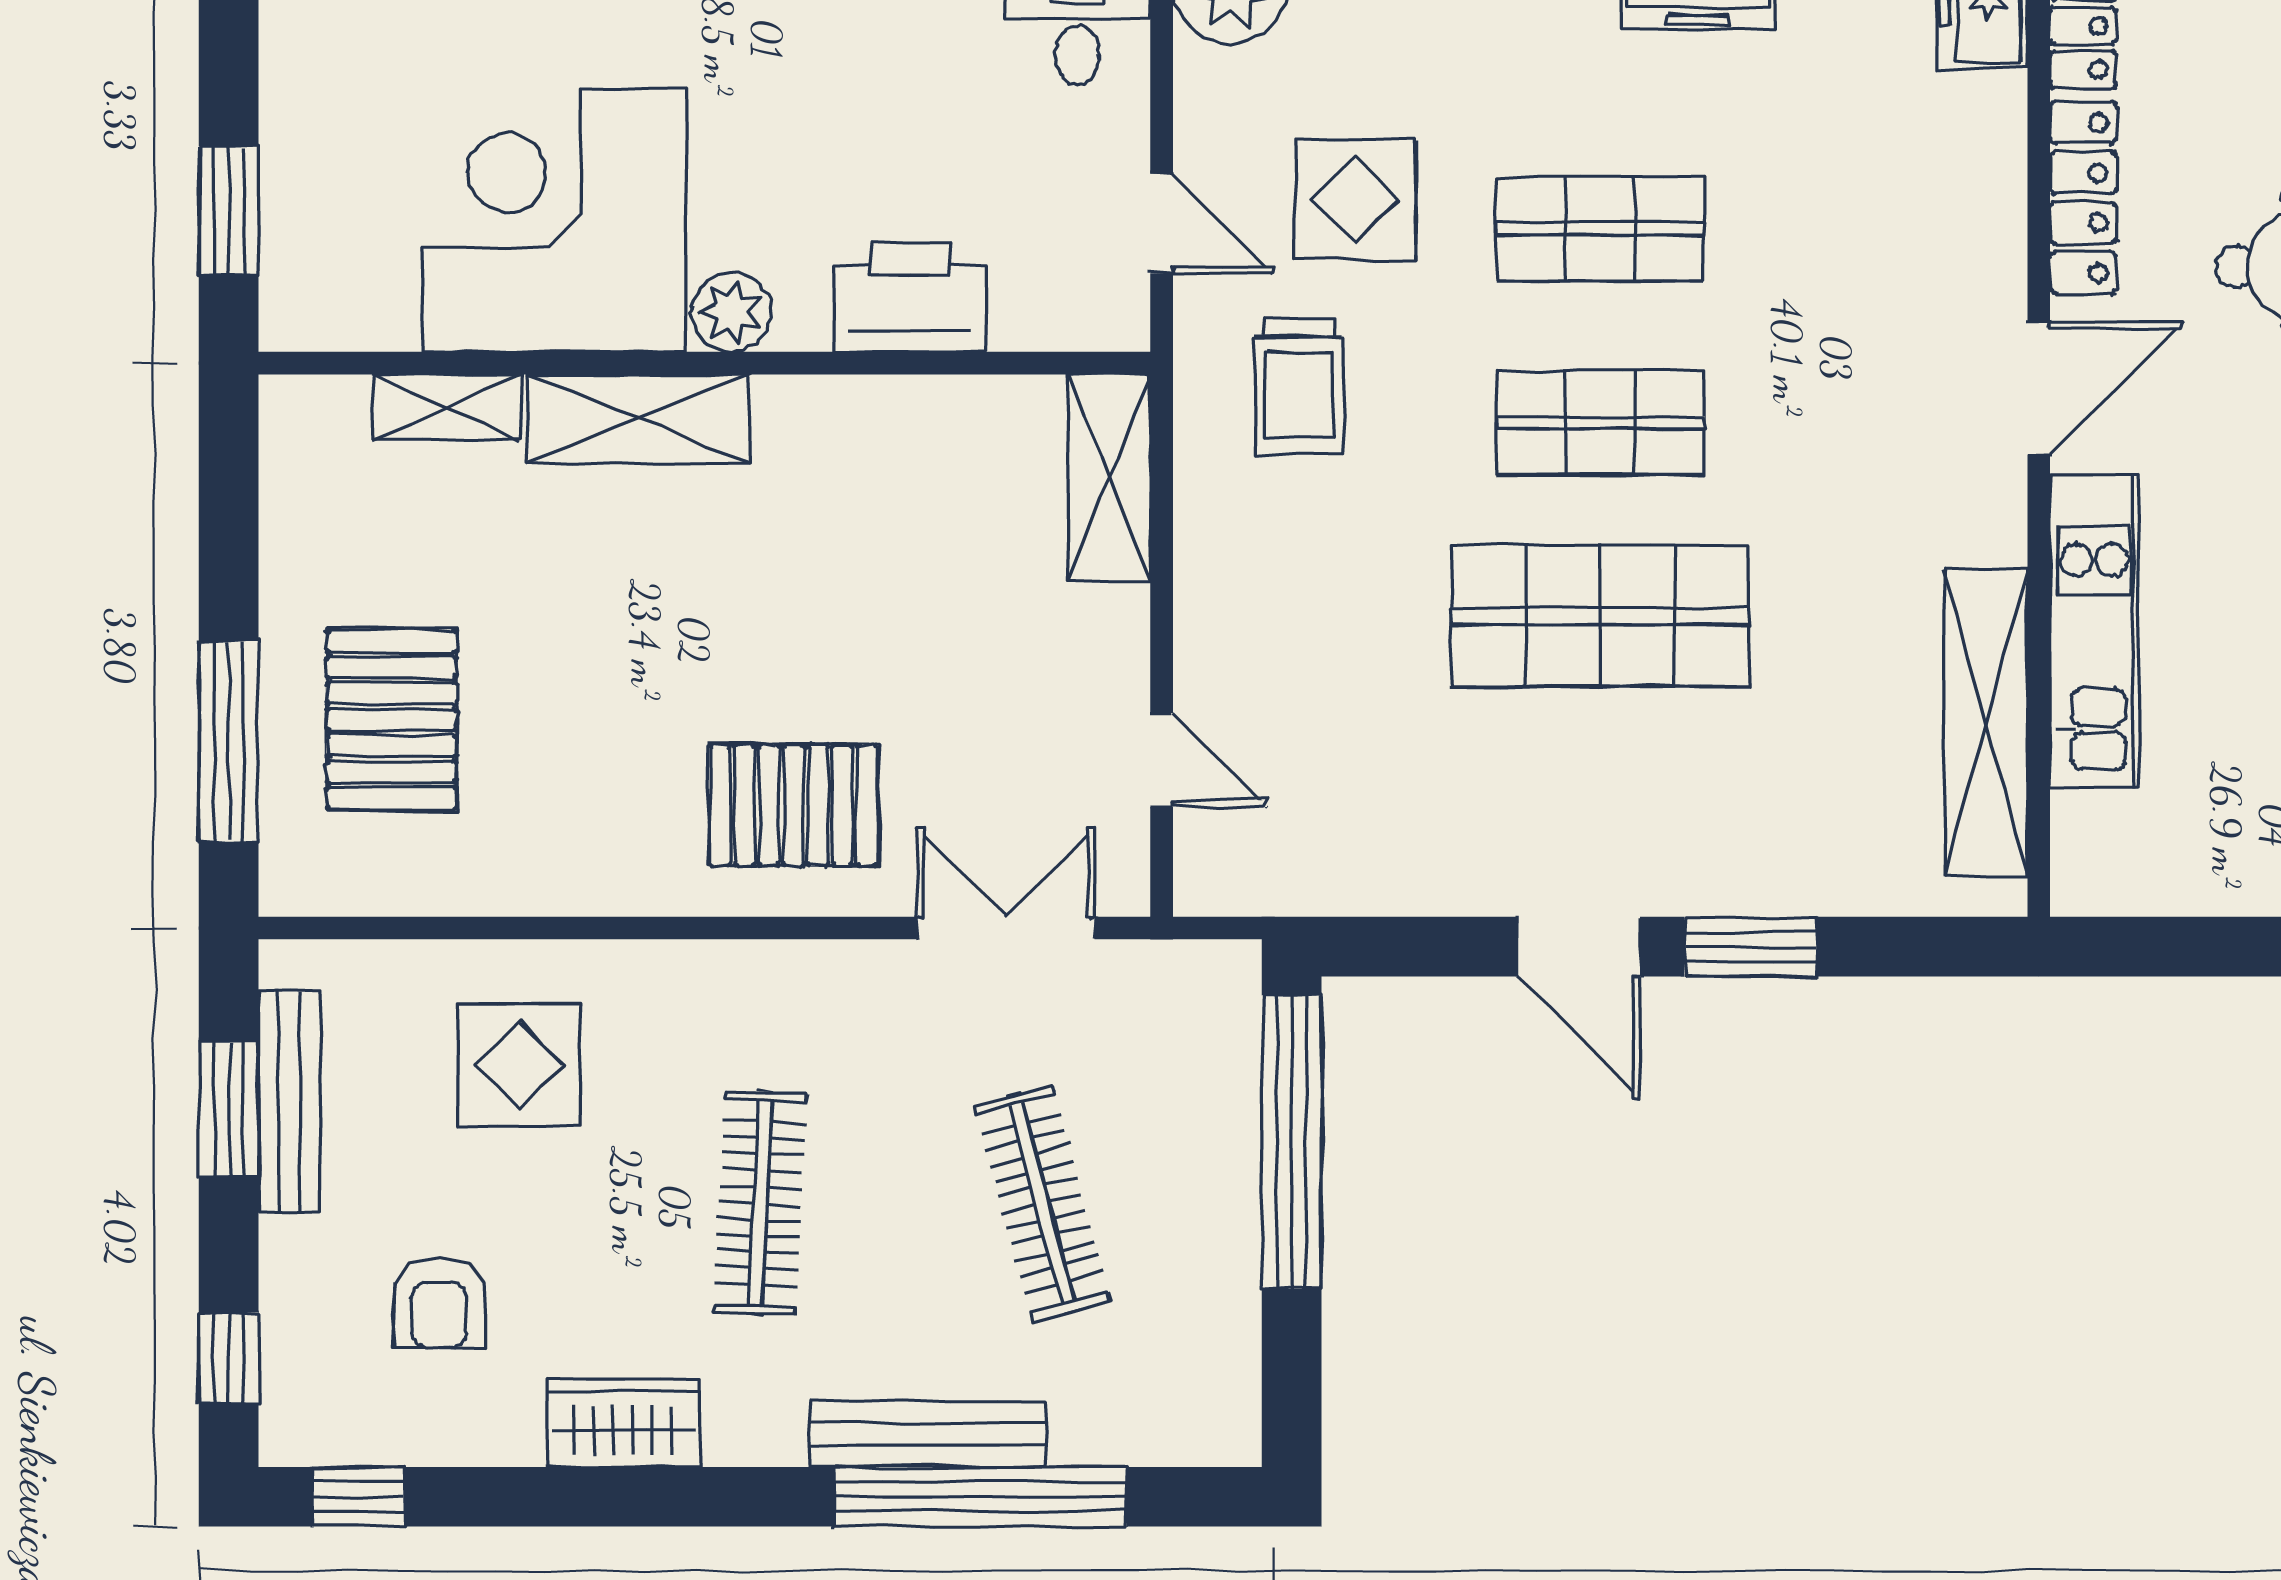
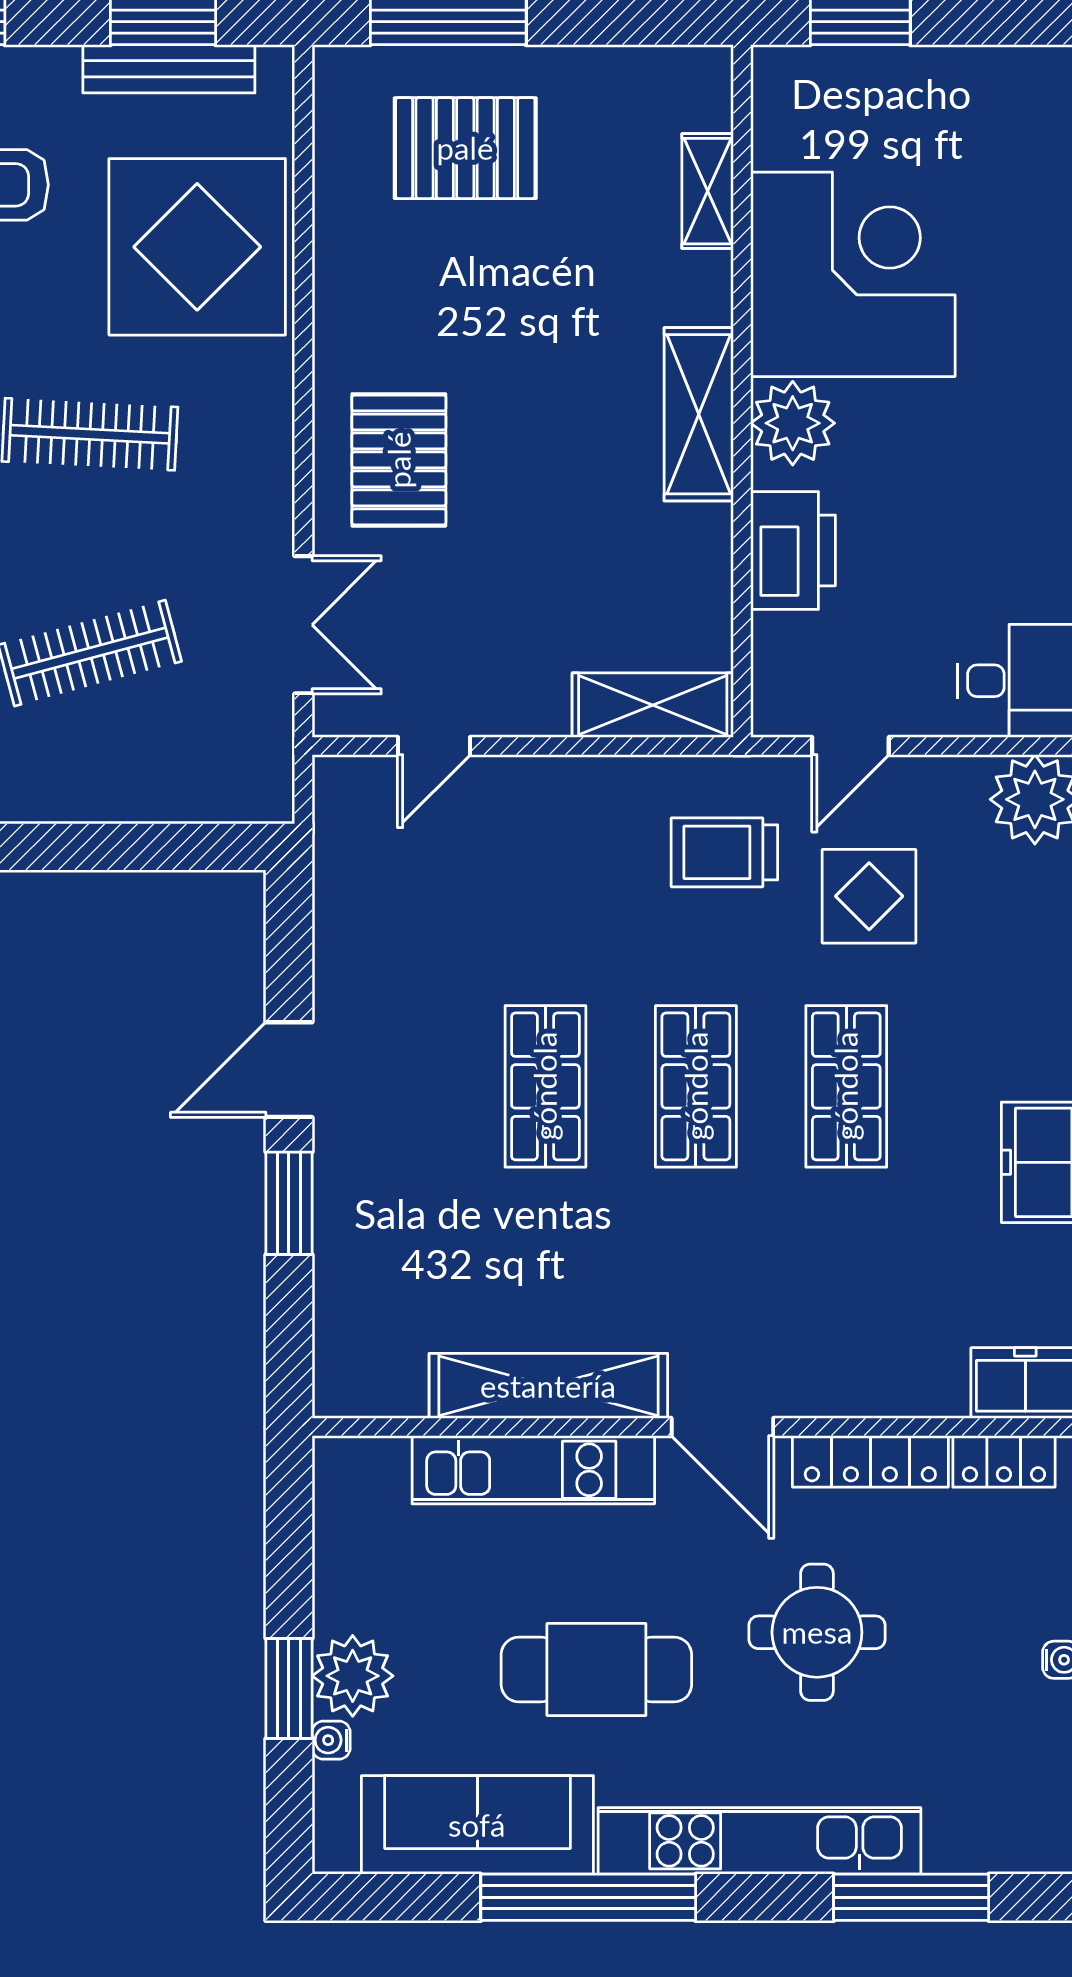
plant: (731, 312) -> (793, 423), width x1.36, depth x1.36
shelving: (638, 419) -> (699, 414), moved
shop shelf: (1600, 616) -> (545, 1086), width x0.70, depth x0.74
shelving: (1986, 723) -> (548, 1386), moved
display table: (519, 1065) -> (197, 247), width x1.86, depth x1.86
window: (1292, 1142) -> (137, 847), removed

